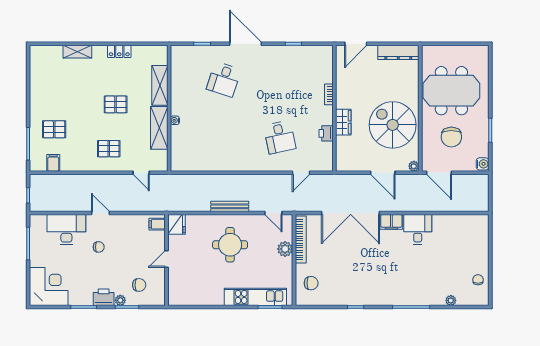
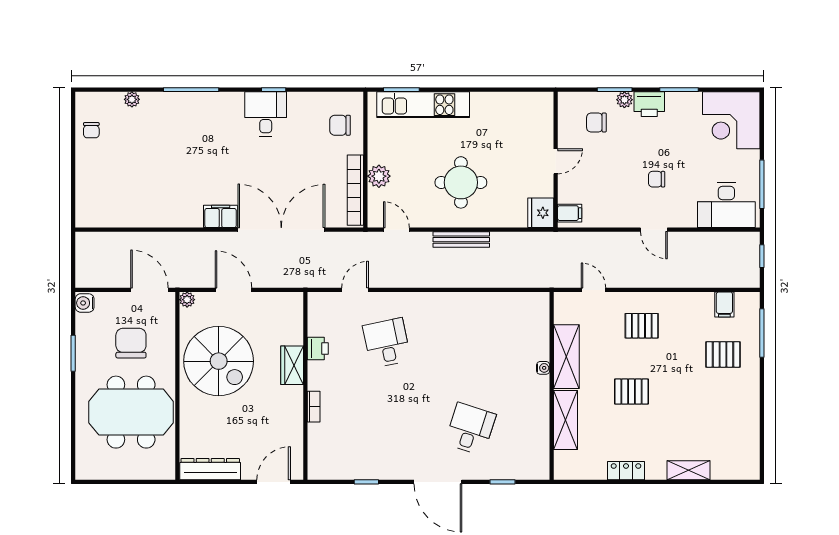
desk: (66, 229) -> (726, 205), moved
desk: (418, 229) -> (266, 114), moved, turned 180

